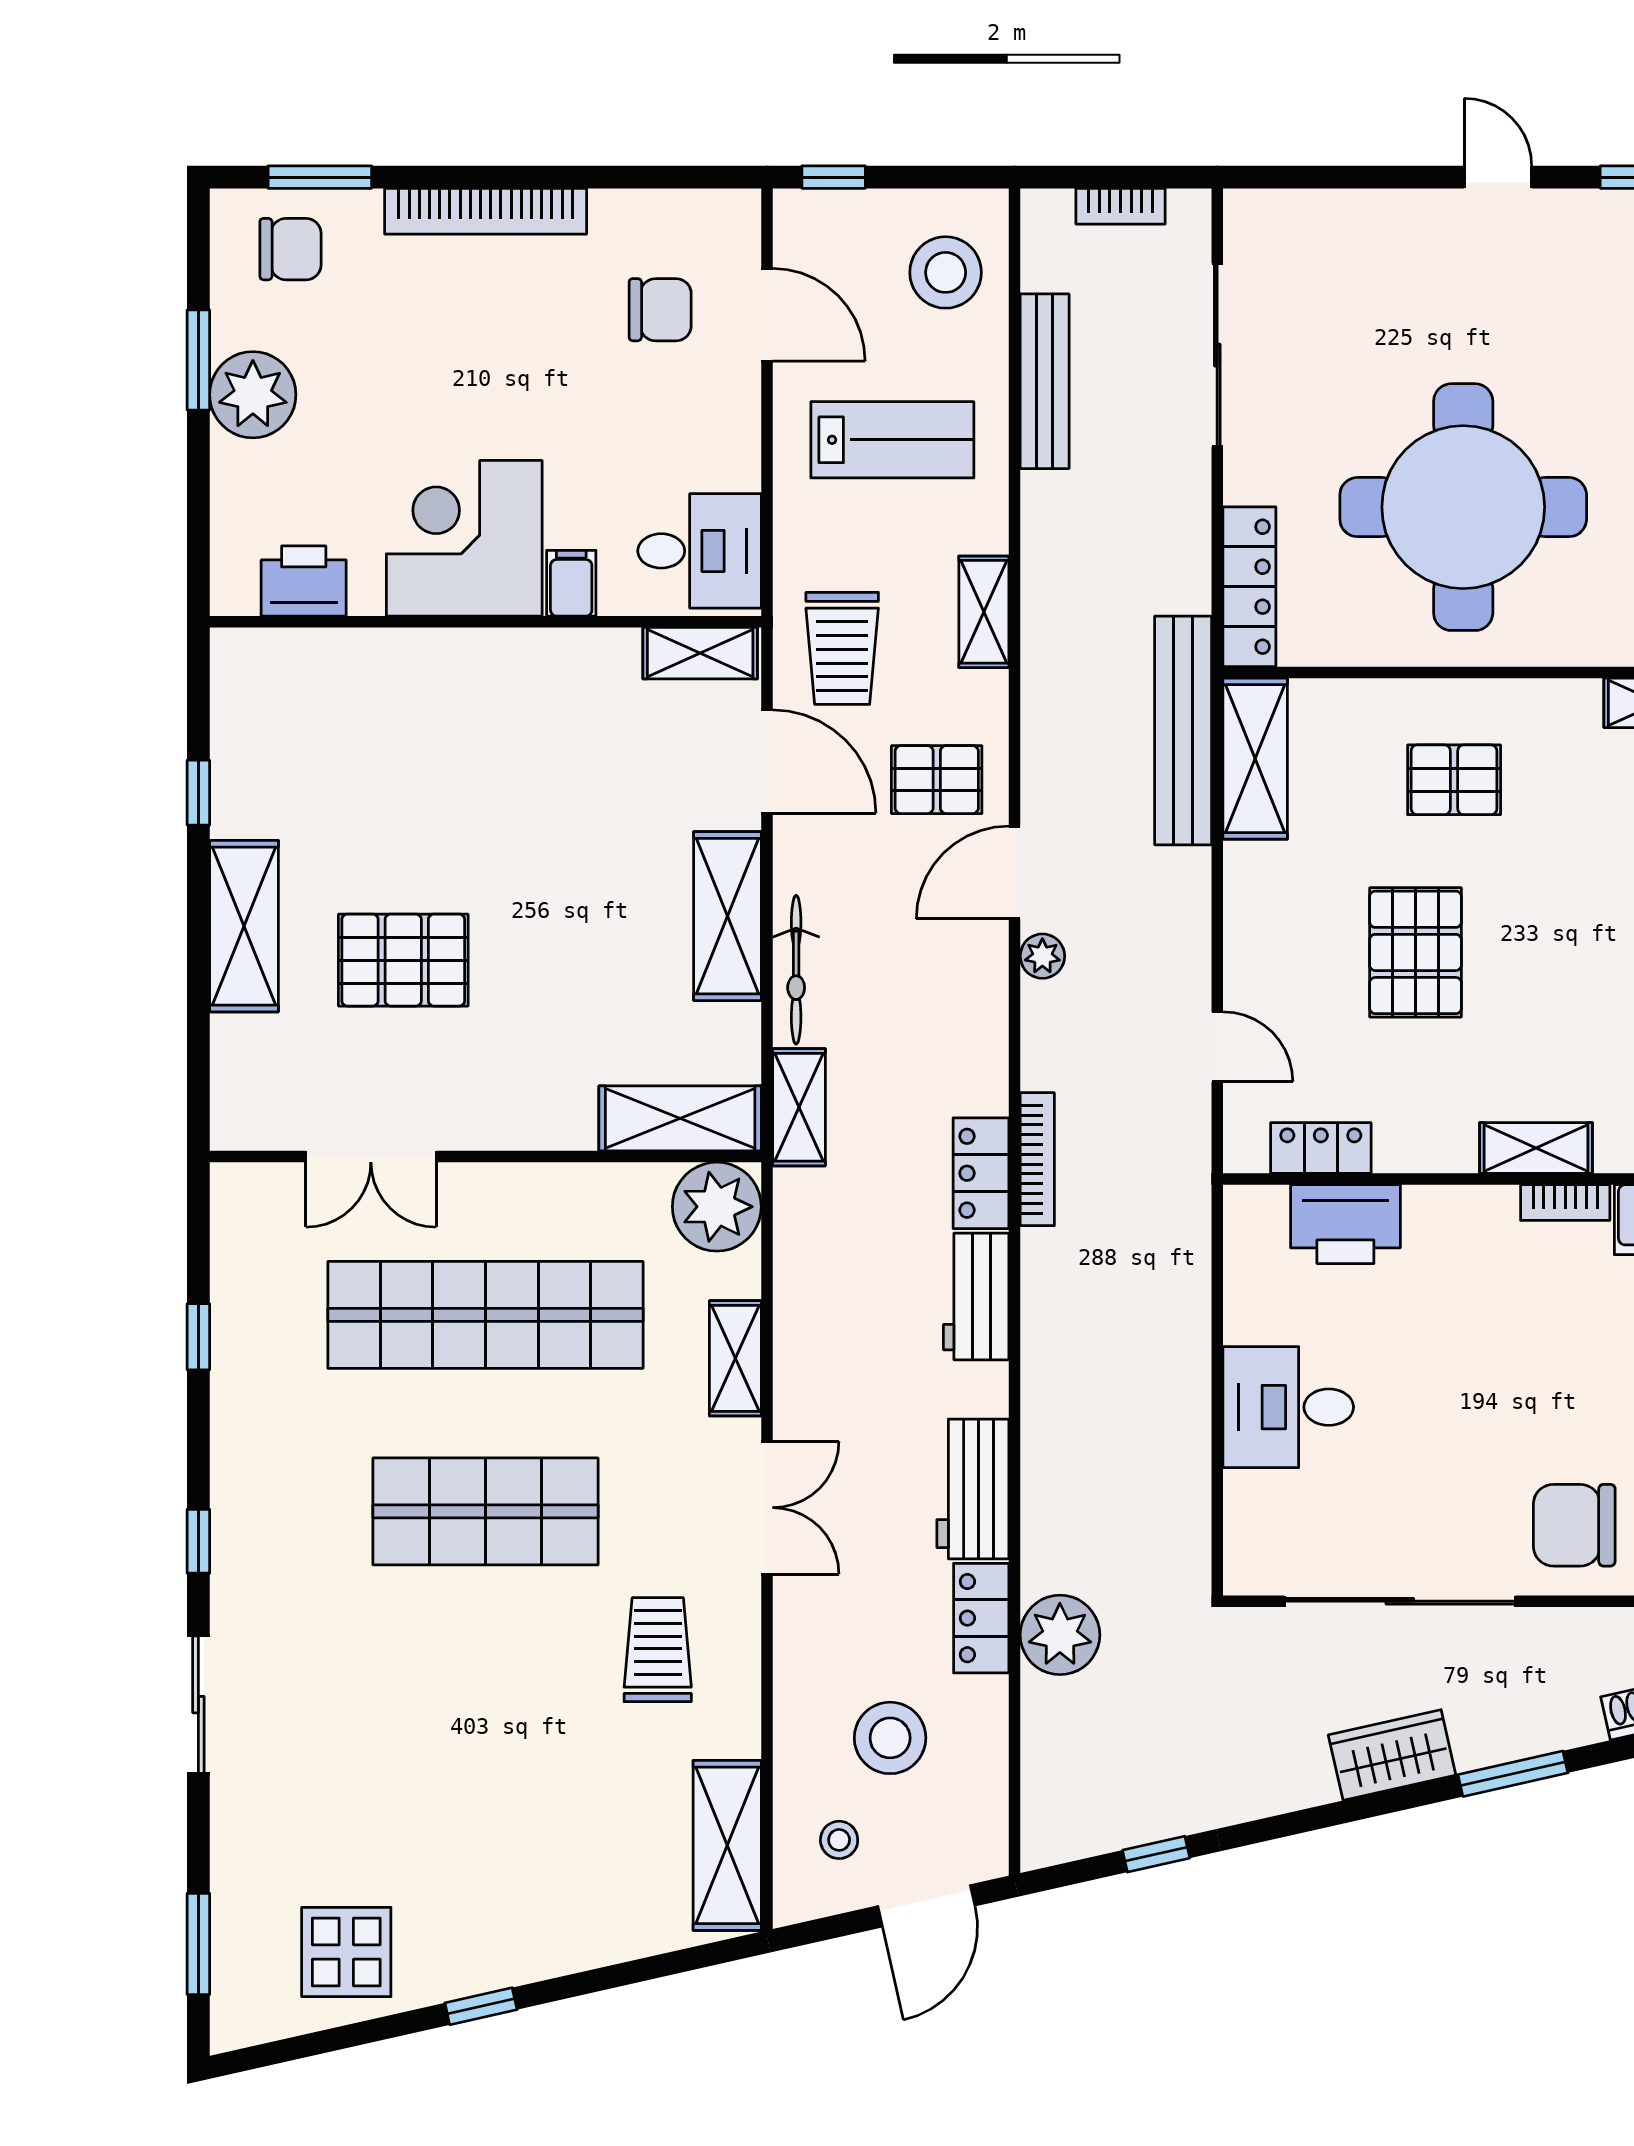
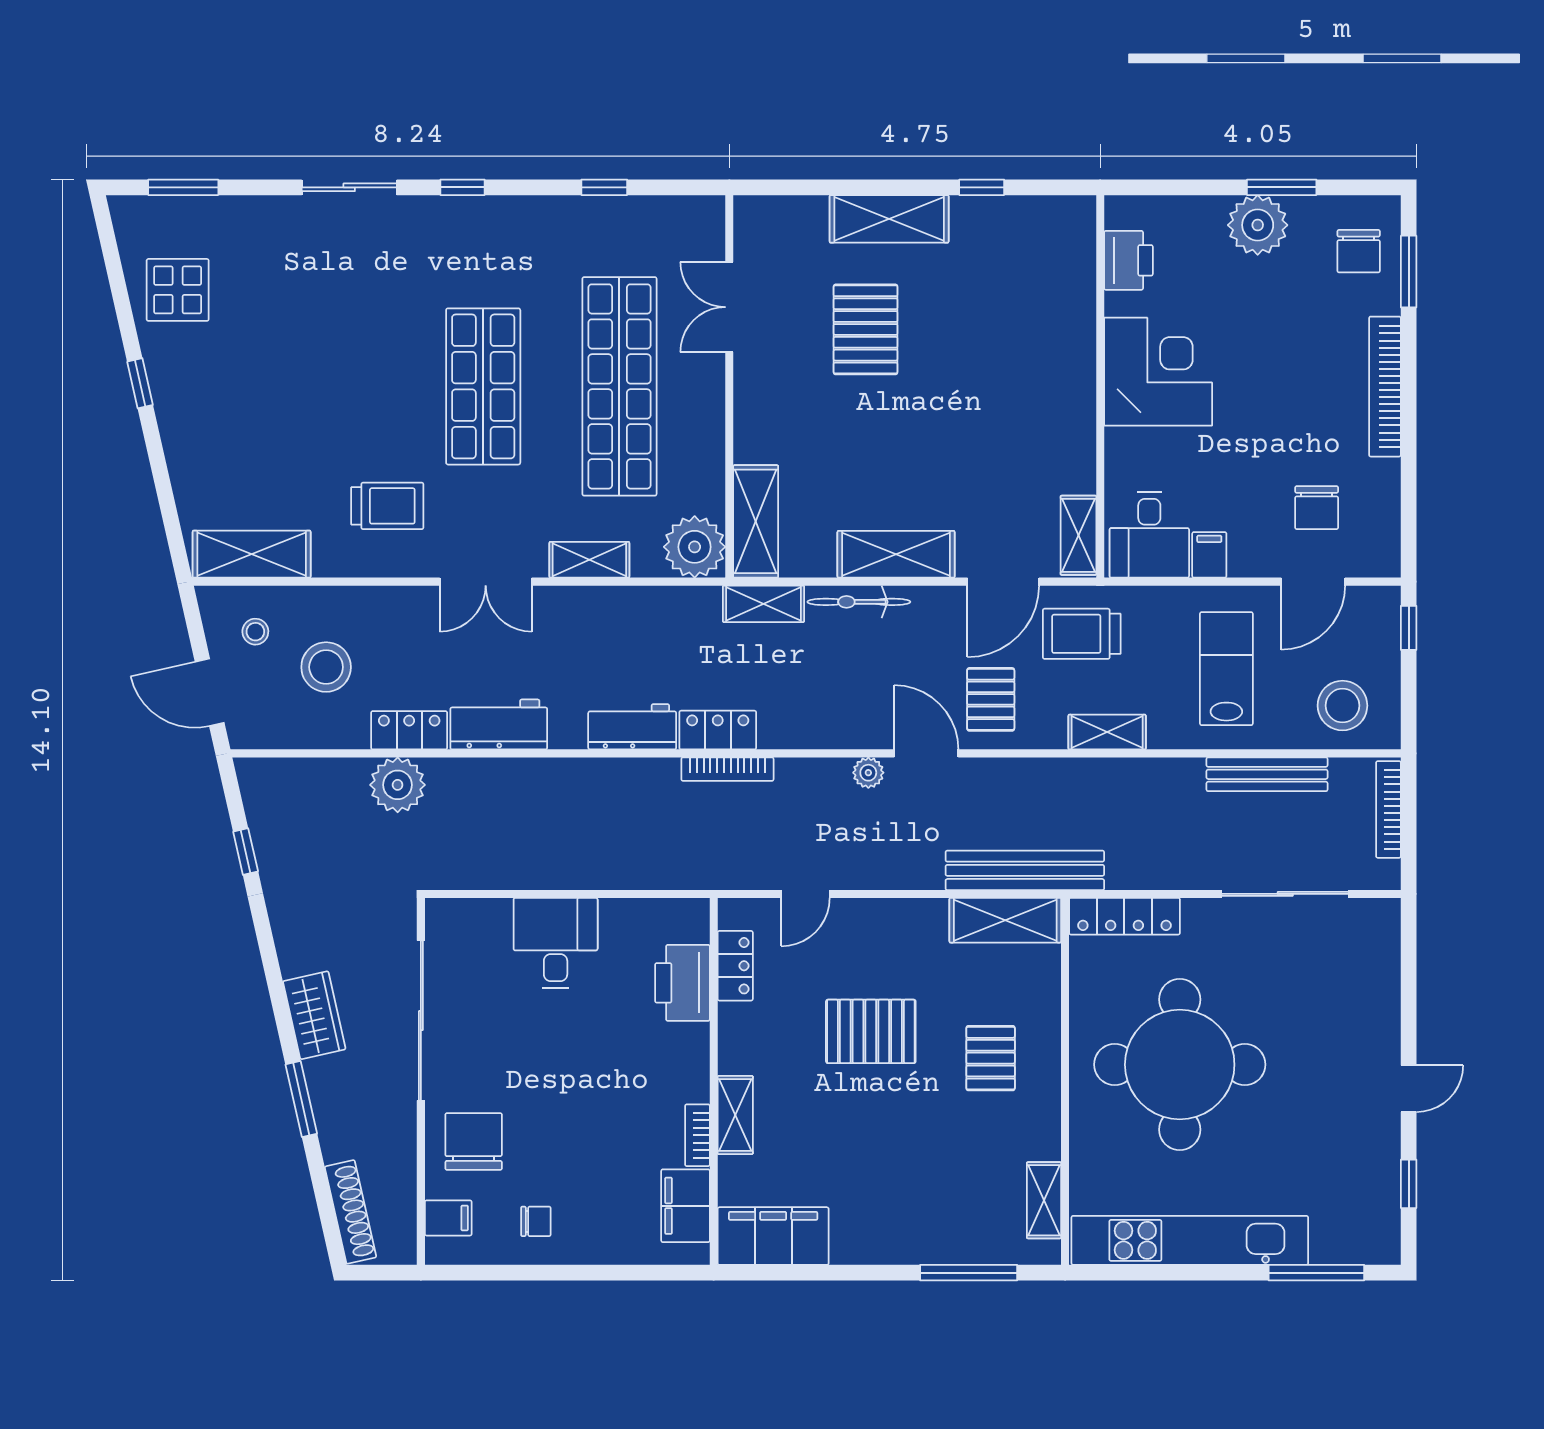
bookcase: (1121, 206) -> (1388, 809), width x1.56
lab bench: (892, 440) -> (1226, 669), turned 180
filing cabinet: (571, 583) -> (1209, 555), moved, turned -90

